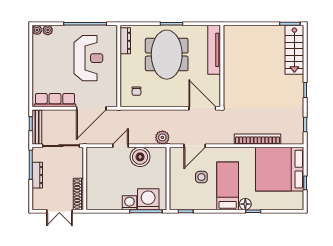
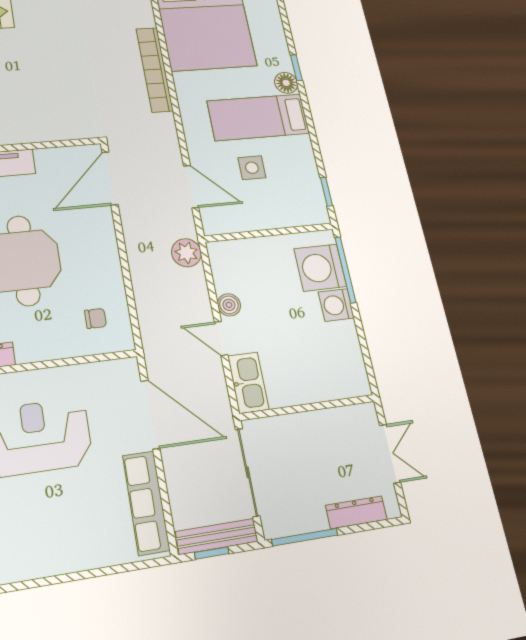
kitchen sink: (99, 154) -> (248, 383), added
boiler: (140, 157) -> (229, 305), width x0.54, depth x0.54
dresser: (37, 175) -> (356, 512), moved
shoe rack: (78, 194) -> (344, 417), removed

